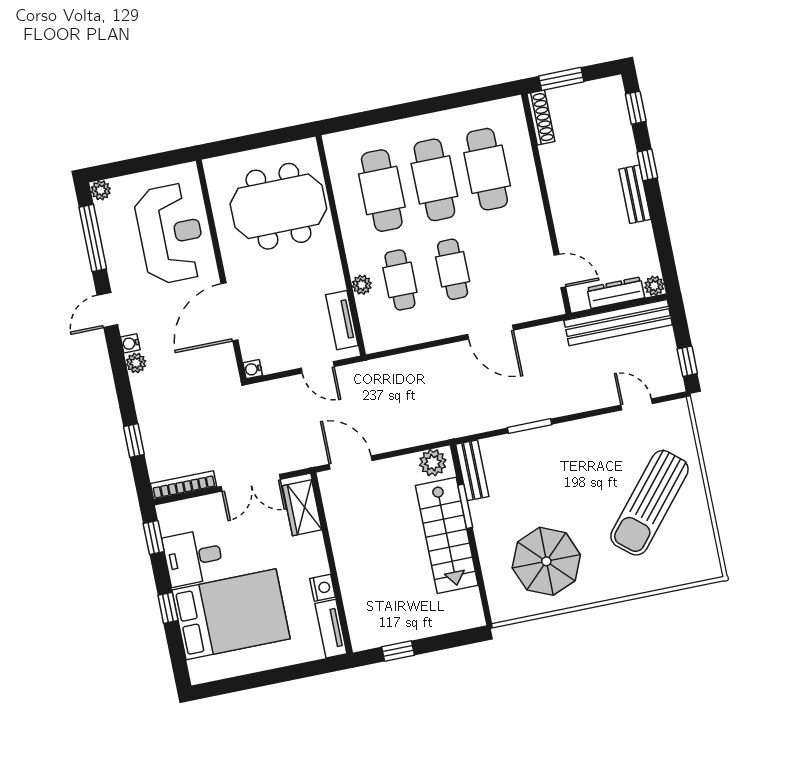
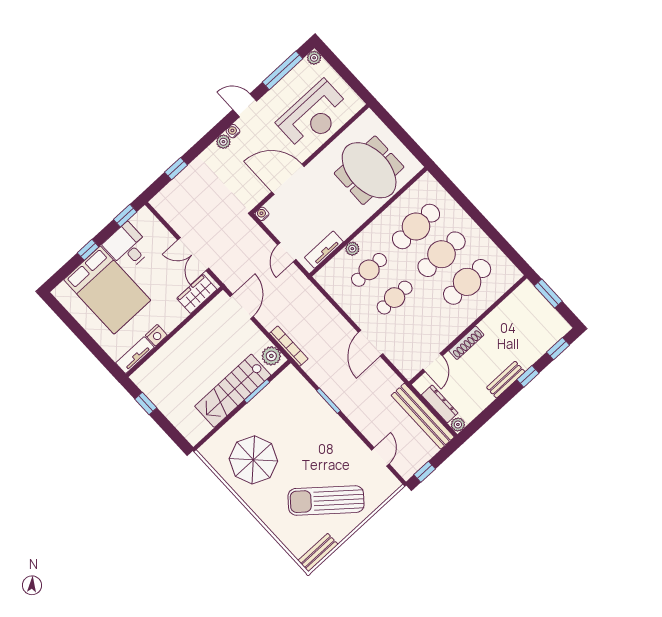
shoe rack: (541, 118) -> (466, 343), moved
bench: (472, 470) -> (318, 552), moved
bookcase: (183, 485) -> (289, 346), moved

